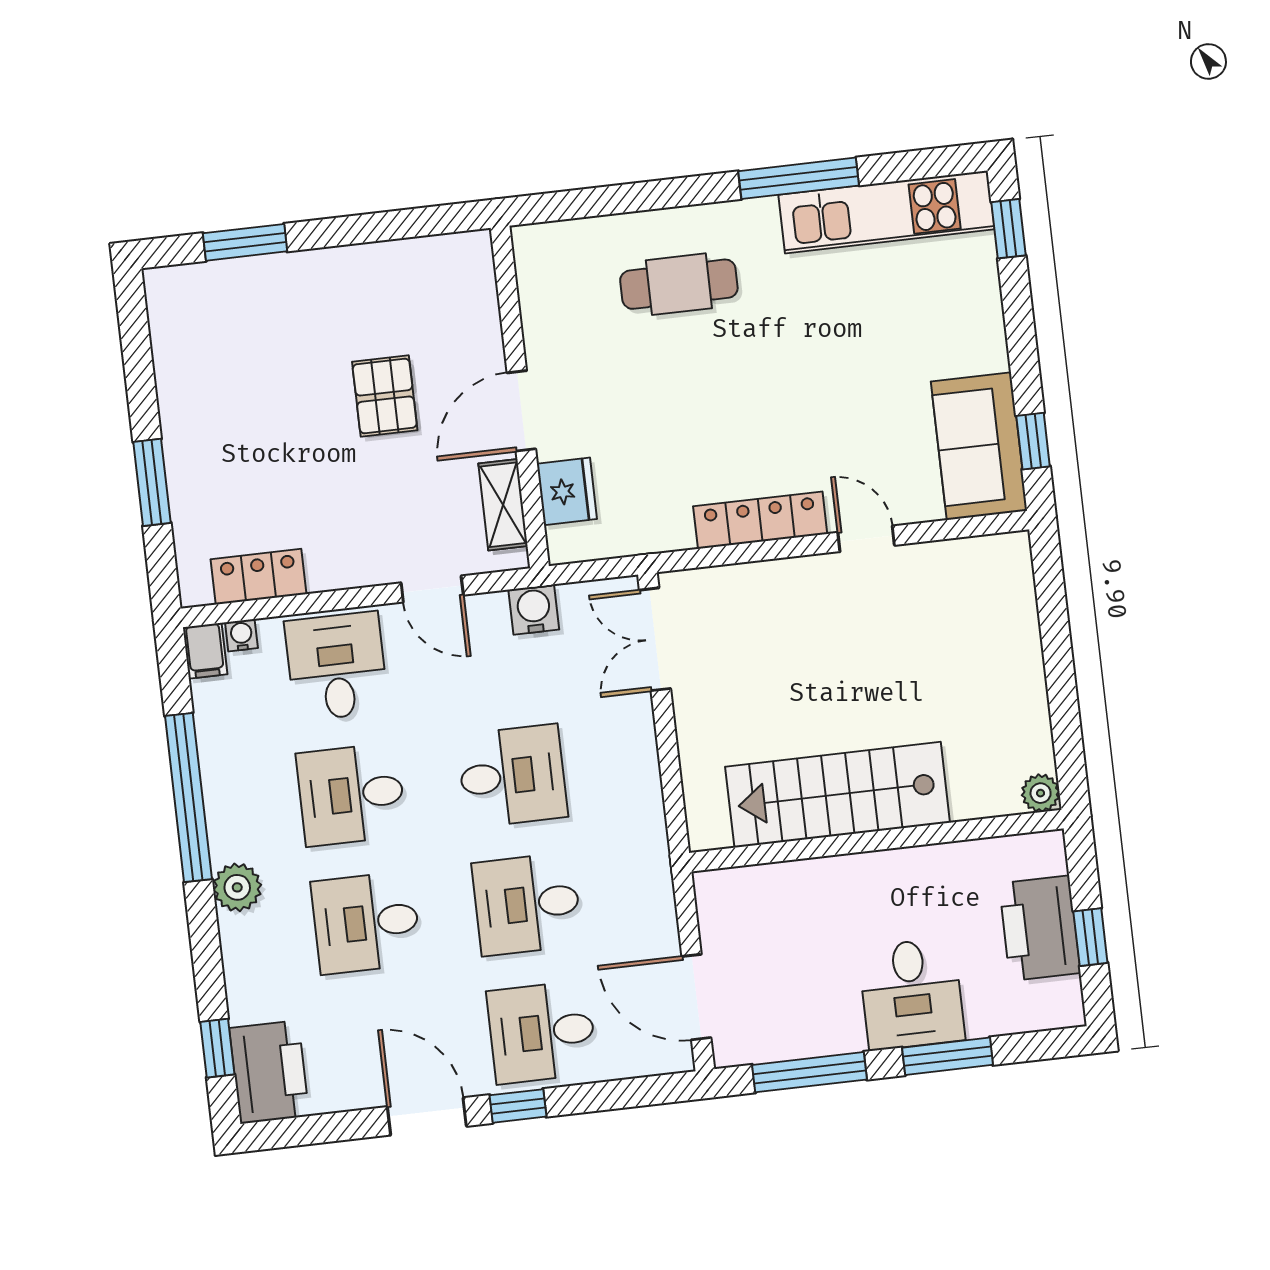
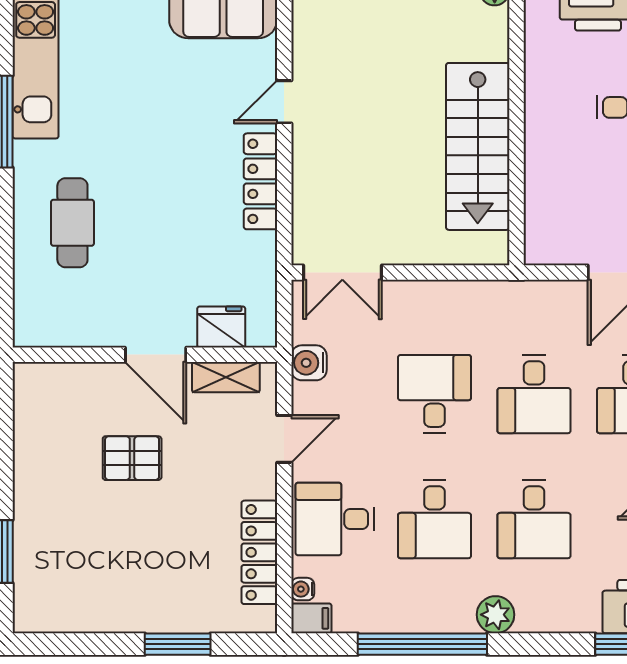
locker: (259, 577) -> (259, 552), width x1.53

